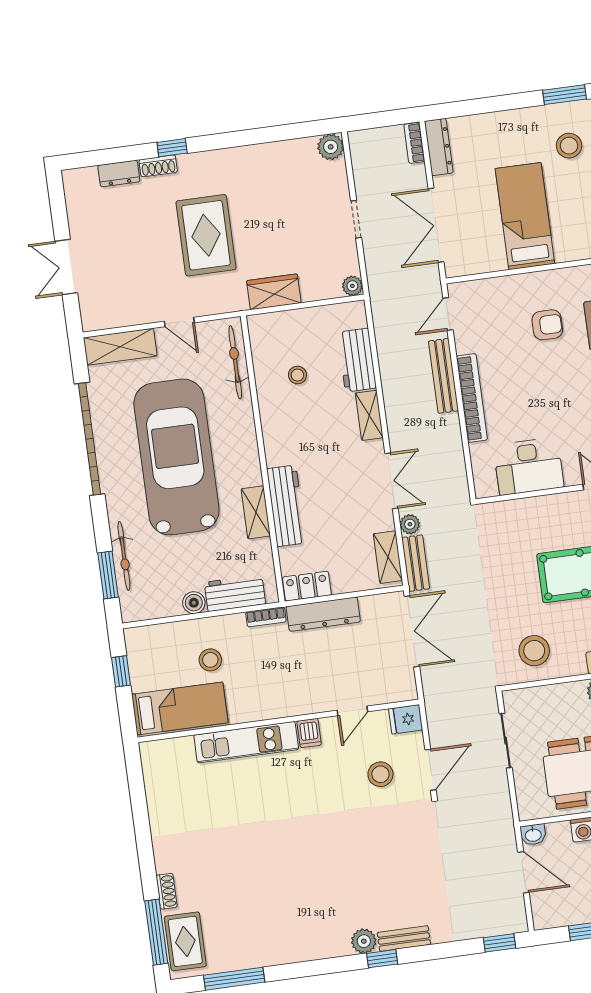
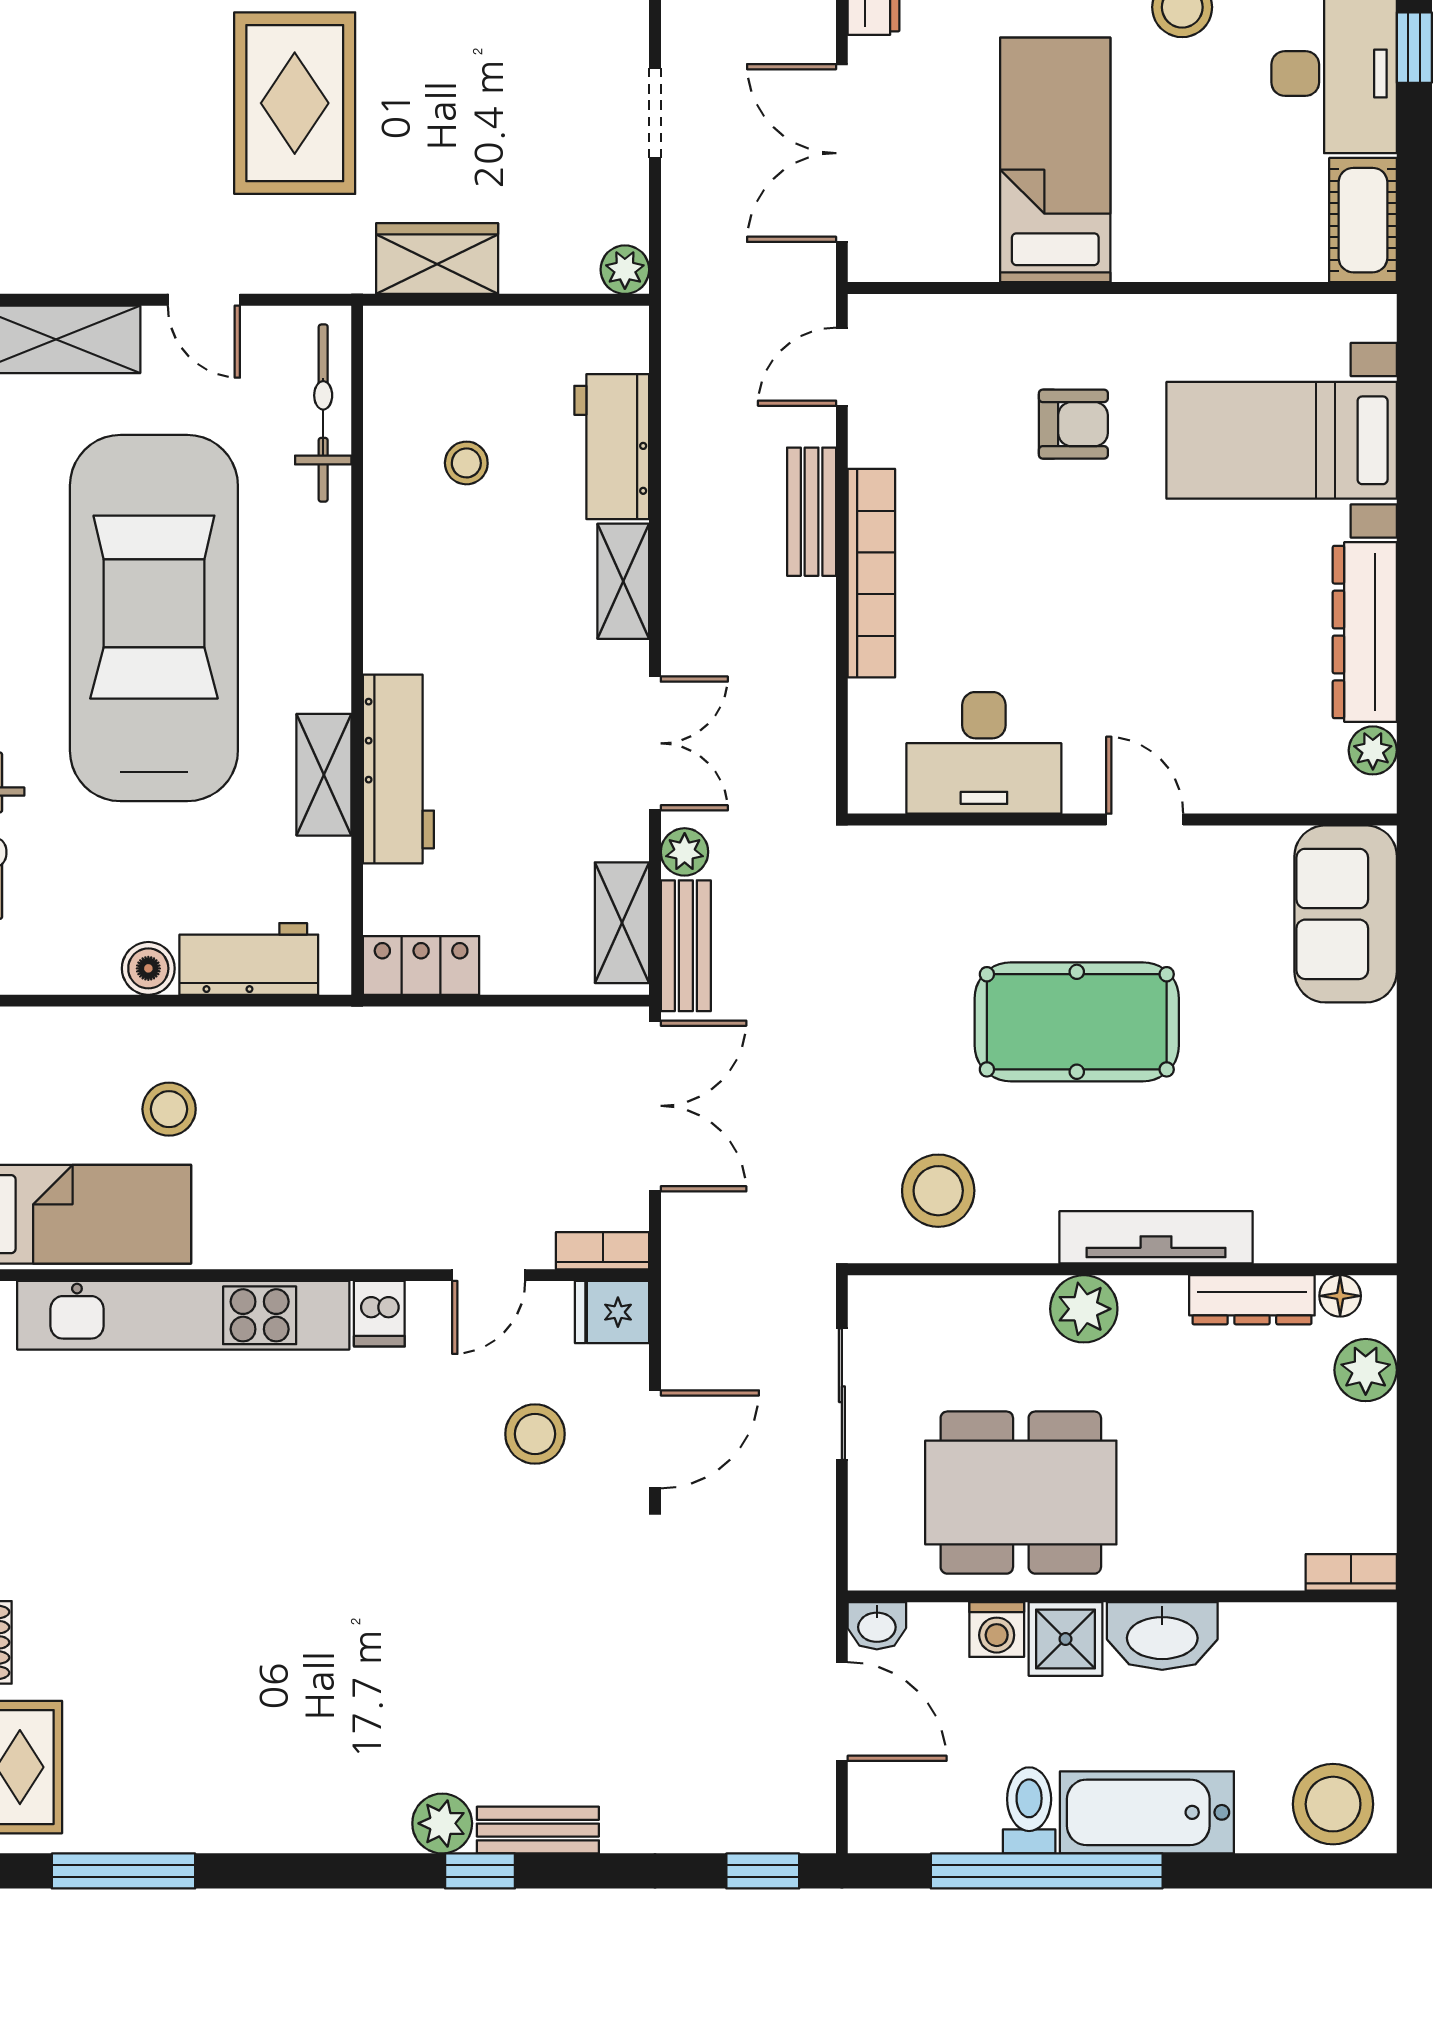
bench: (444, 376) -> (812, 512), width x0.73
dresser: (323, 614) -> (451, 1037), removed
bookcase: (266, 617) -> (603, 1251), moved, turned 180
kitchen unit: (246, 742) -> (183, 1315), width x1.36

